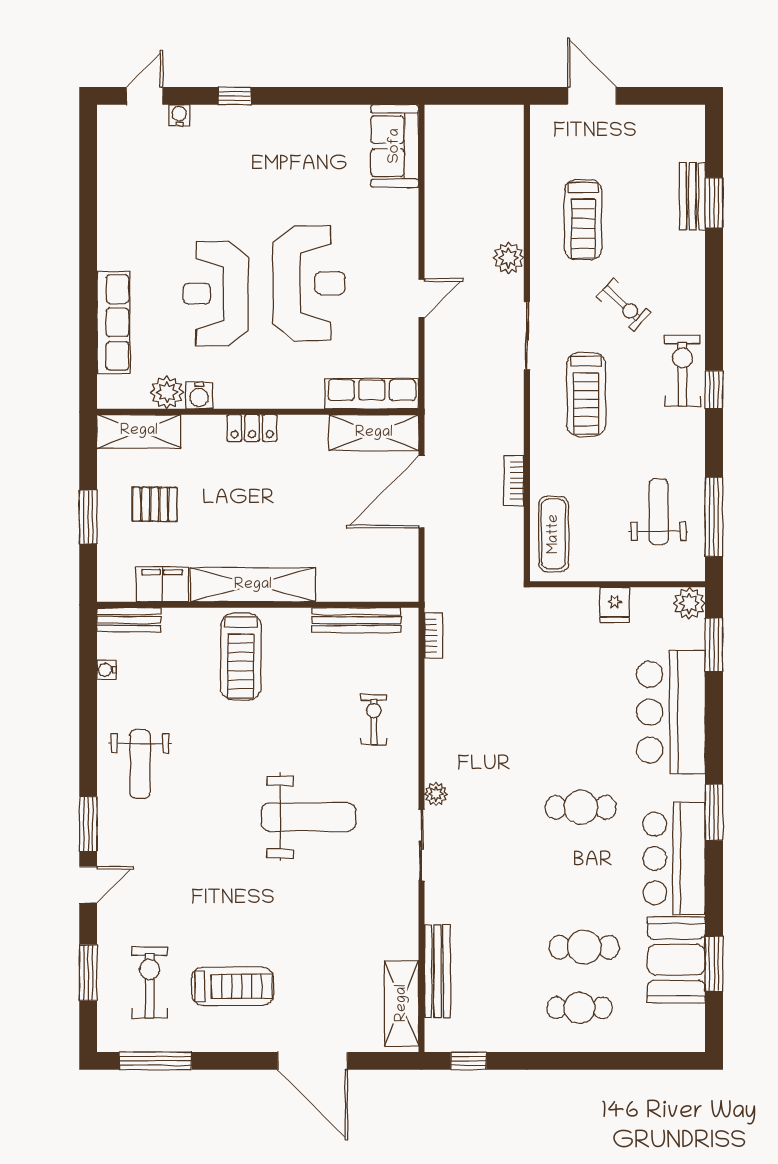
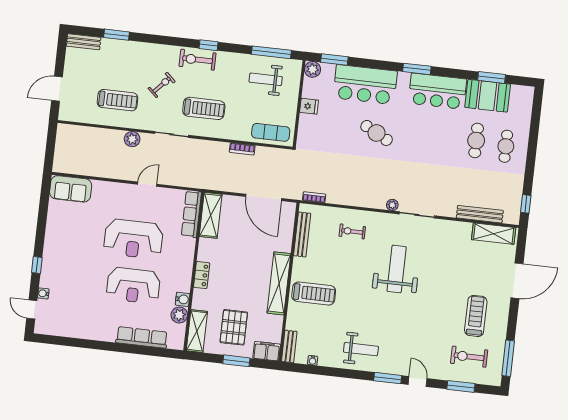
bench: (692, 196) -> (84, 42), moved
reception desk: (309, 283) -> (133, 239), turned 180
door: (422, 298) -> (147, 184), hinge flipped
door: (422, 492) -> (264, 197), moved
pallet: (155, 504) -> (234, 327), width x1.50, depth x1.42
filing cabinet: (162, 584) -> (267, 351), moved, turned 90
cafe table: (581, 807) -> (377, 133), moved, turned -62

